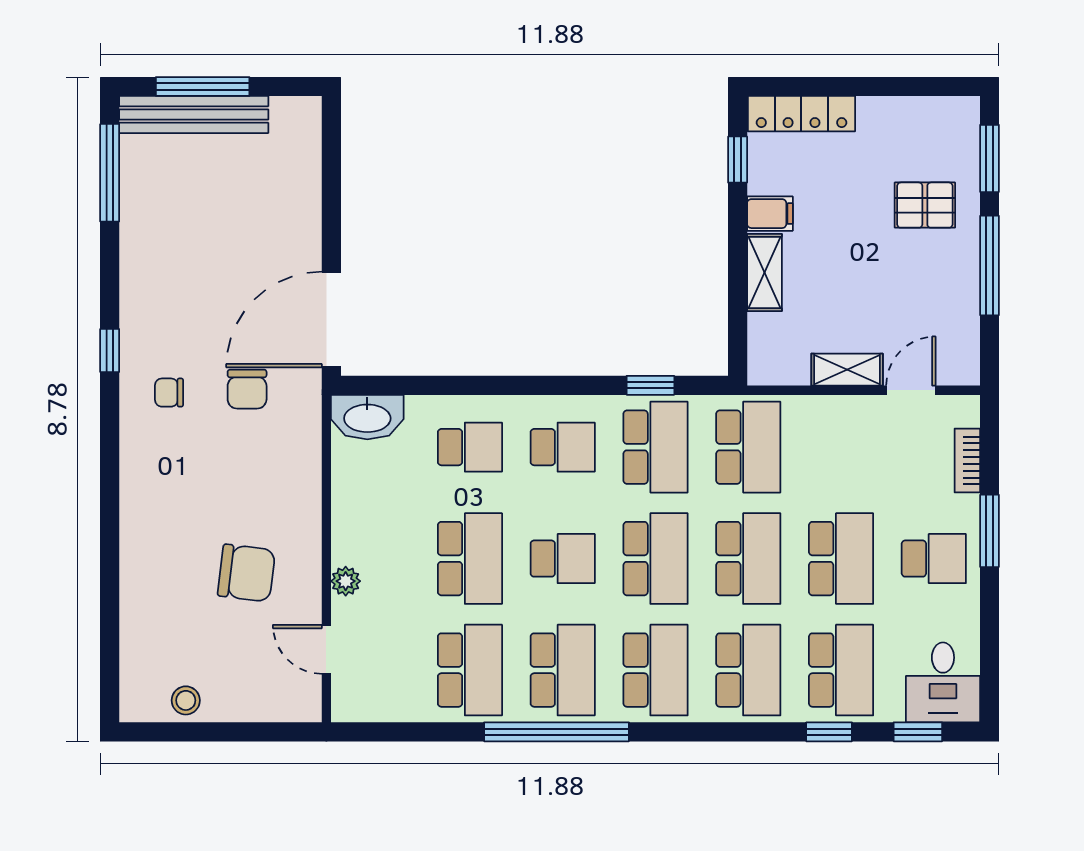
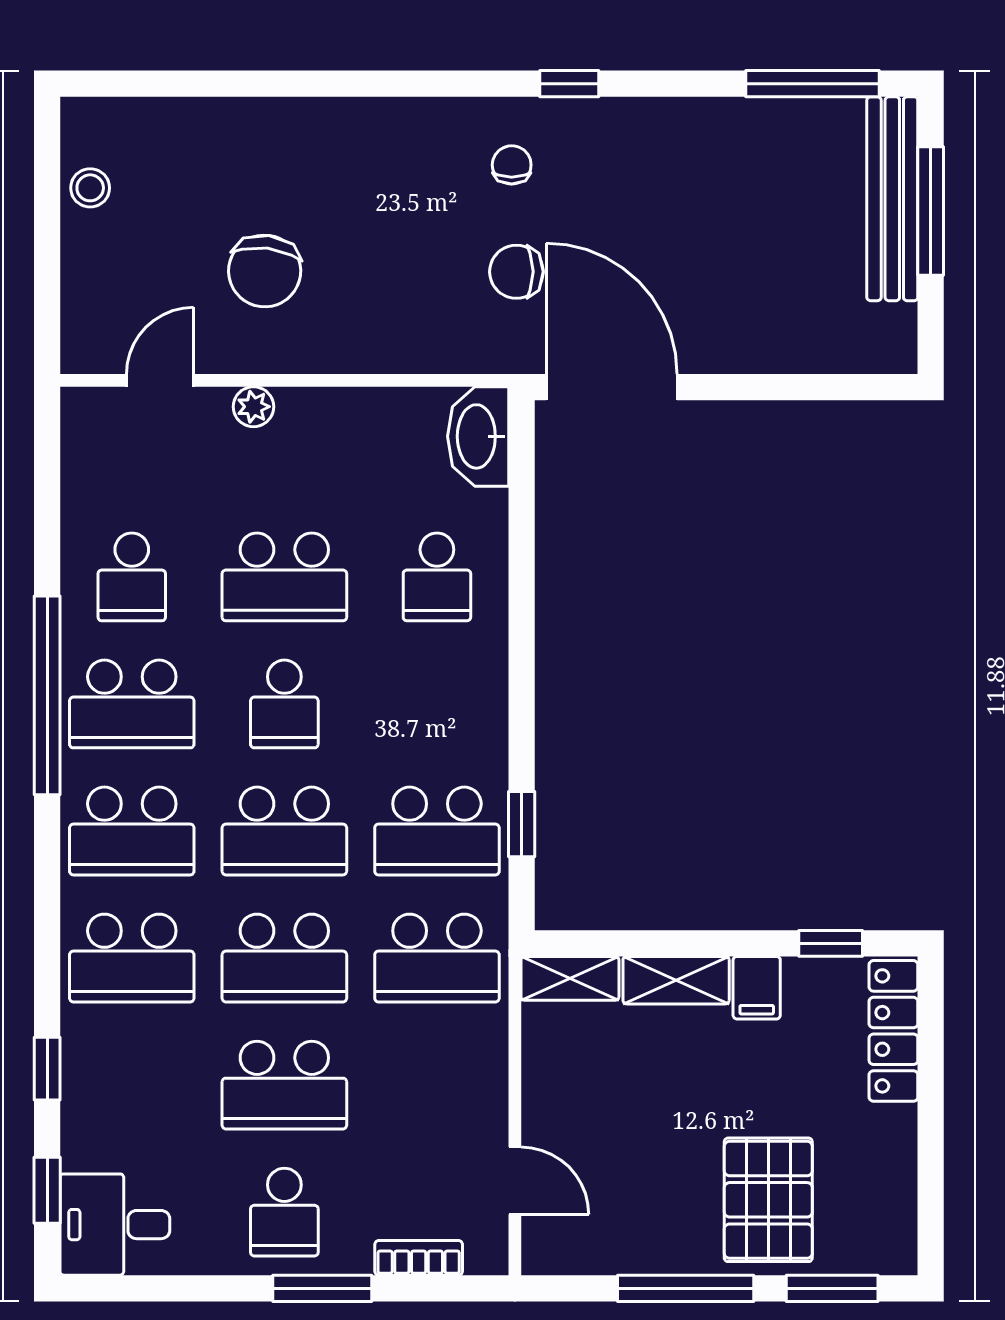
pallet: (925, 205) -> (768, 1200), width x1.50, depth x1.42
shelving: (847, 370) -> (570, 978), moved, turned 90
school desk: (563, 447) -> (437, 704), removed
school desk: (470, 670) -> (132, 577), width x0.54
school desk: (841, 670) -> (132, 1085), removed

